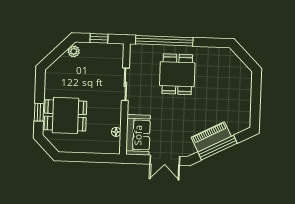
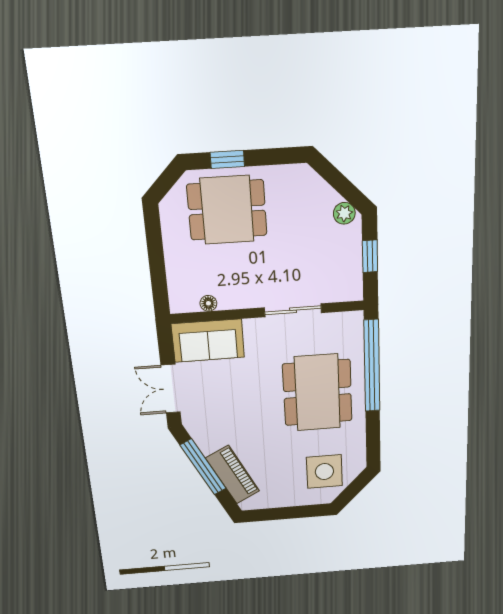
dining table: (177, 74) -> (317, 393), width x1.38
side table: (230, 74) -> (324, 472), added
dining table: (65, 115) -> (227, 210), turned 90
piano: (211, 137) -> (233, 475), moved

